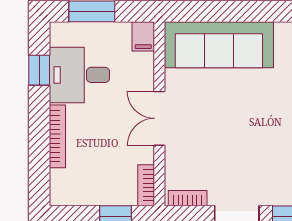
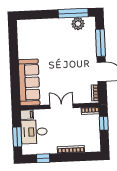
desk: (79, 75) -> (34, 132), moved, turned 90
double door: (159, 118) -> (61, 106), swing flipped

